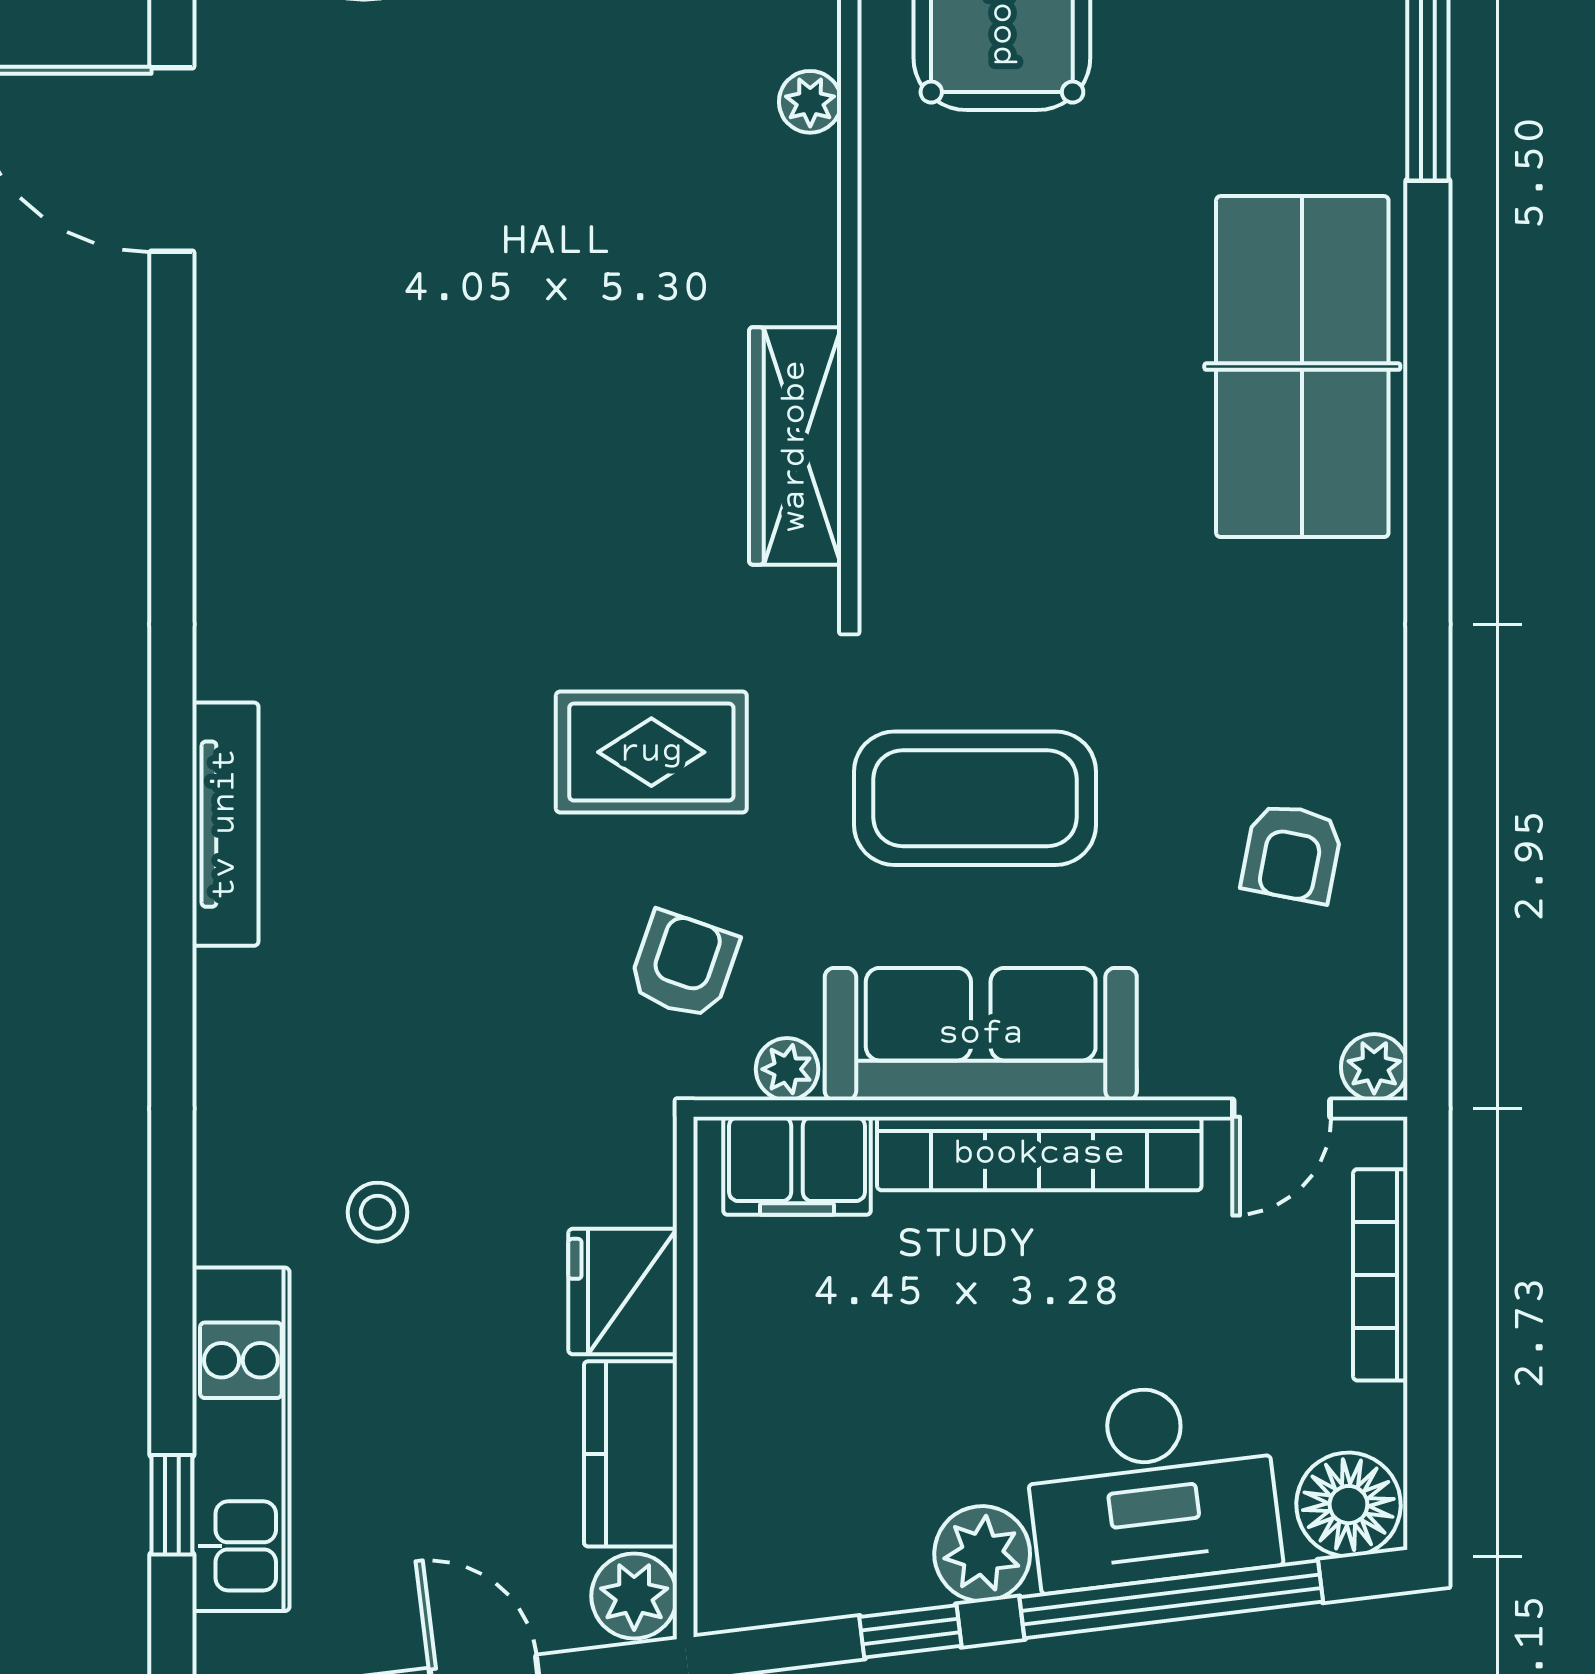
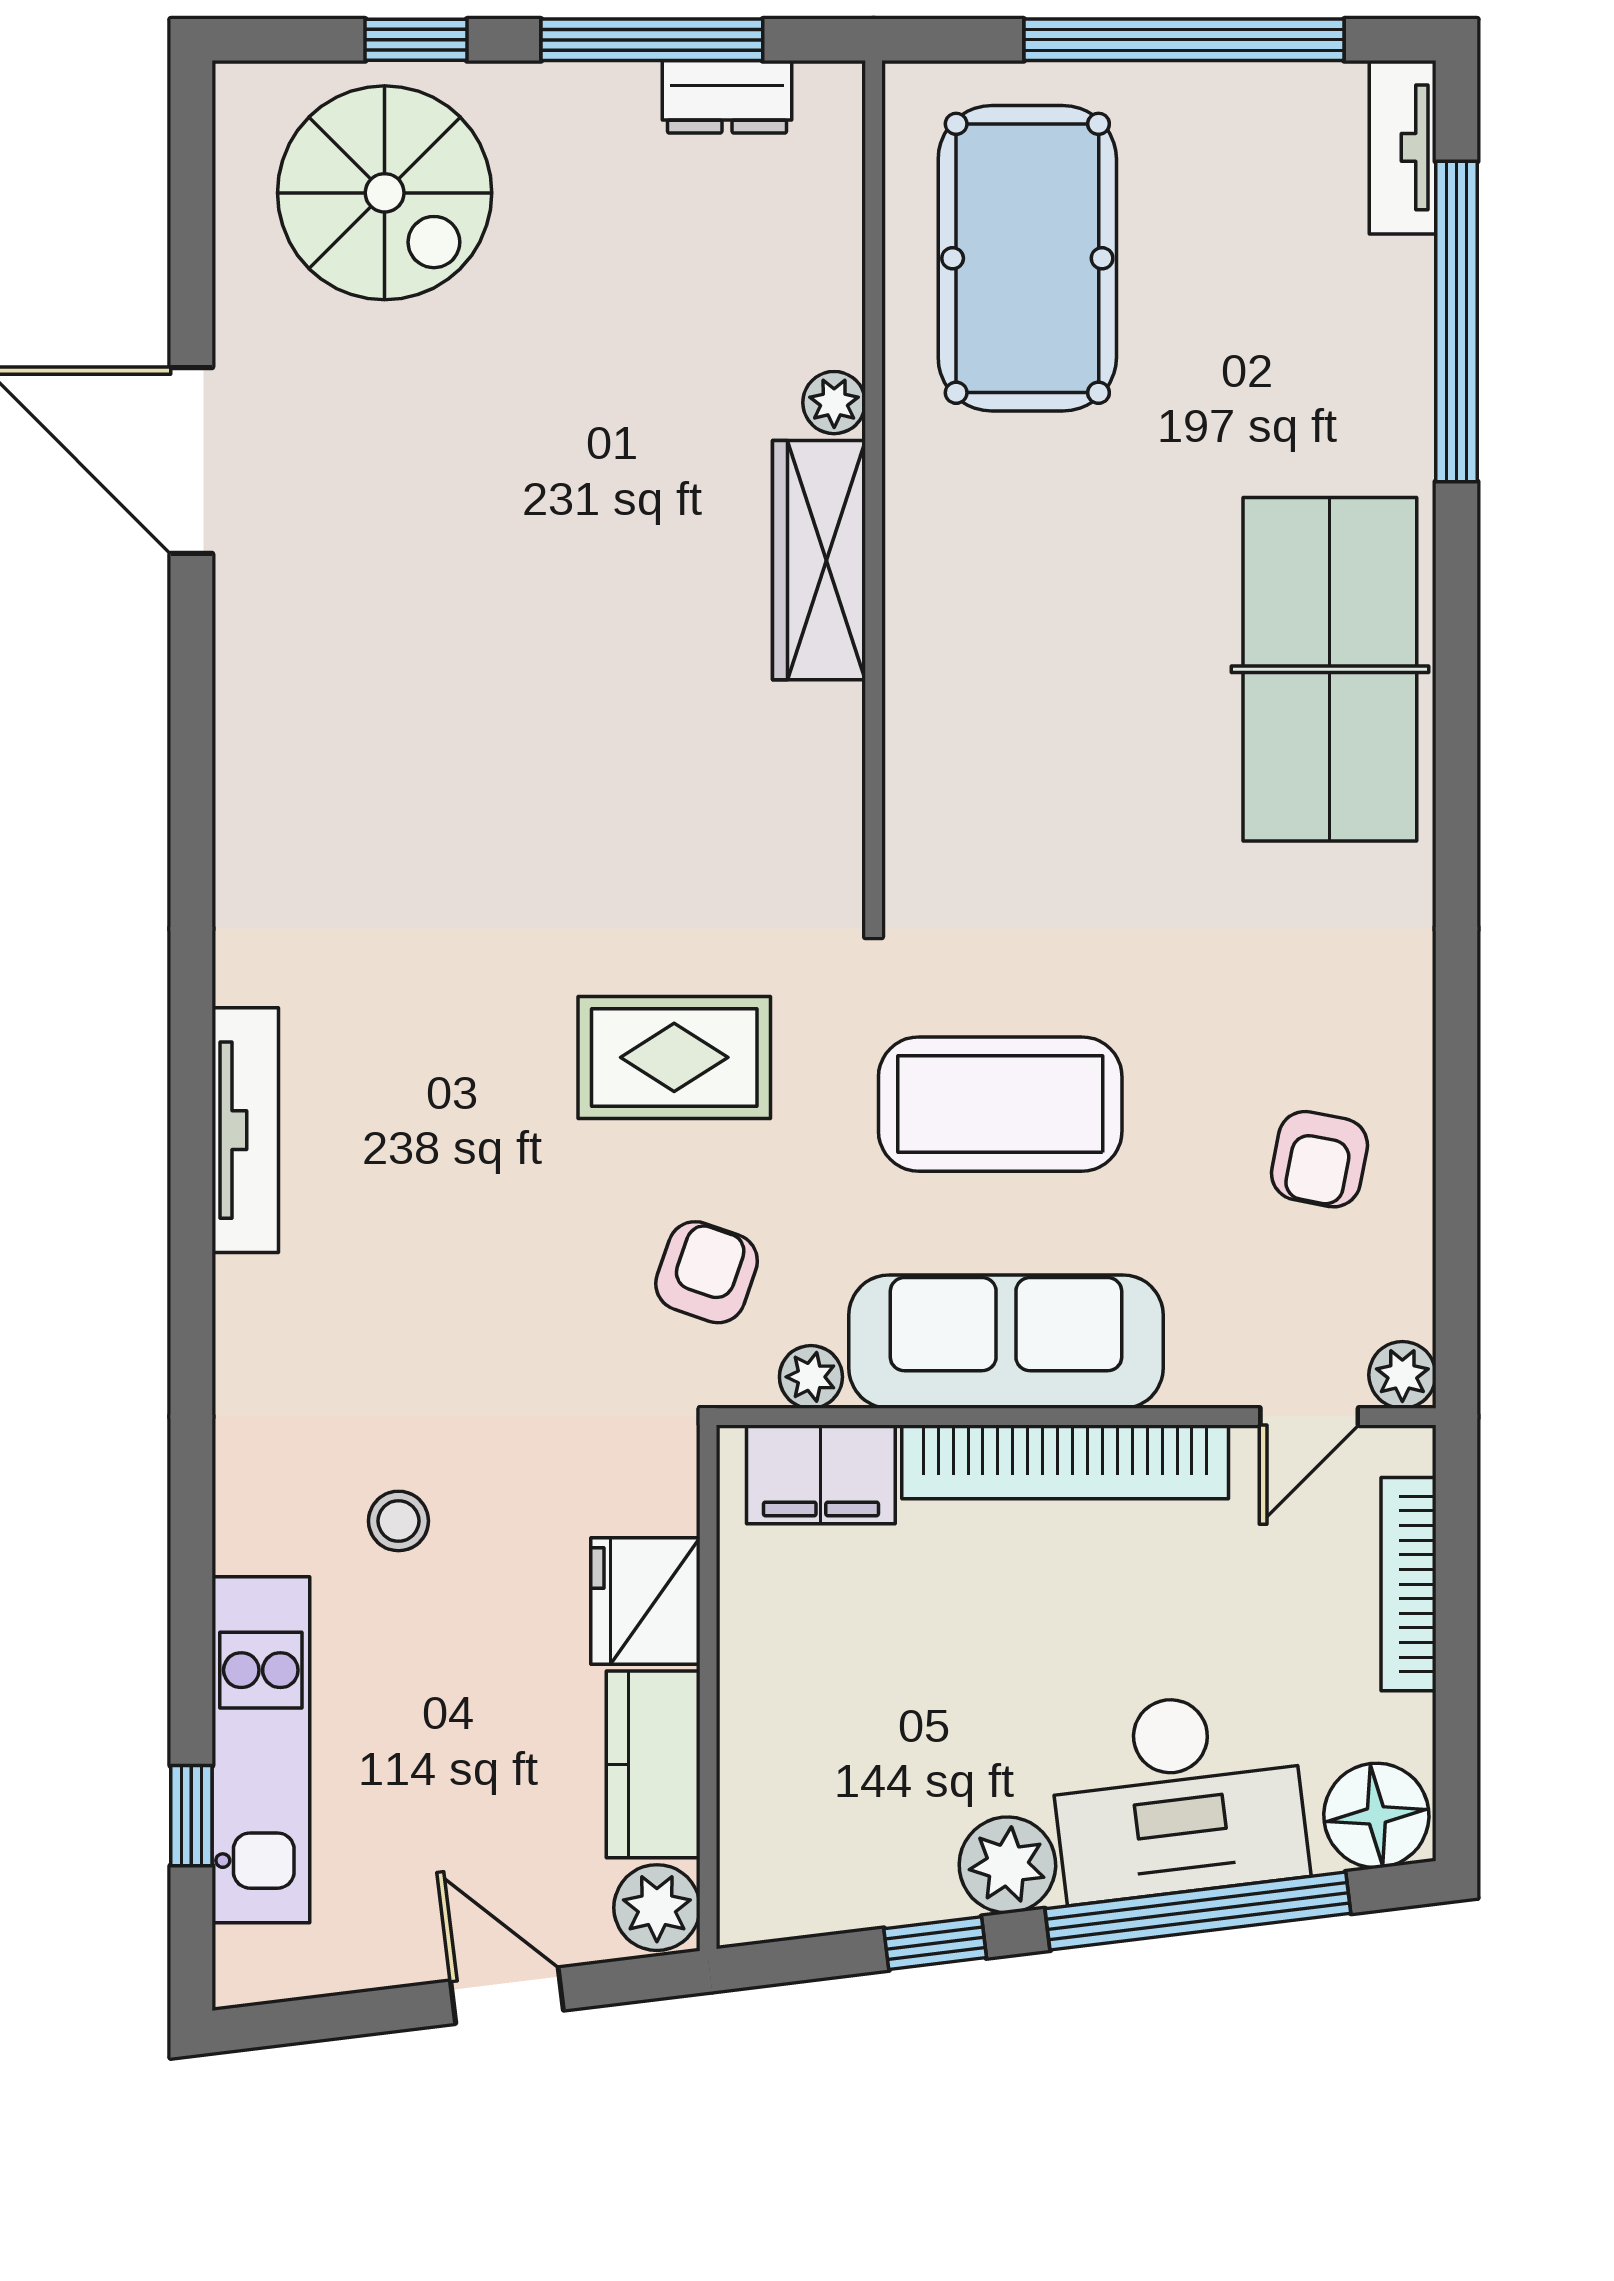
wardrobe: (795, 446) -> (819, 560), moved

